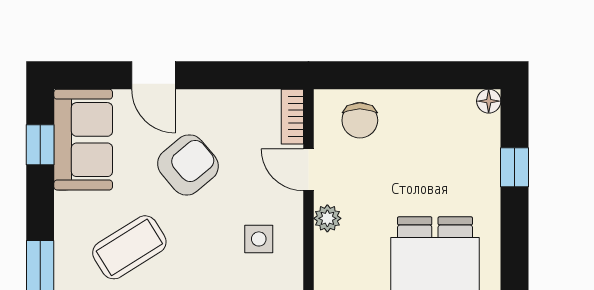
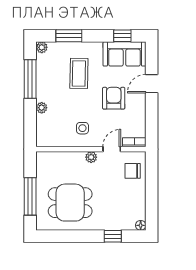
armchair: (188, 165) -> (114, 98), turned -140
coffee table: (129, 247) -> (79, 73), turned 33

